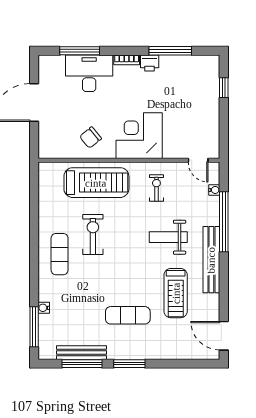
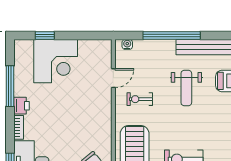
corner desk: (139, 136) -> (56, 61), moved, turned -90
door: (198, 160) -> (113, 78), moved
water cooler: (214, 190) -> (127, 44), moved

